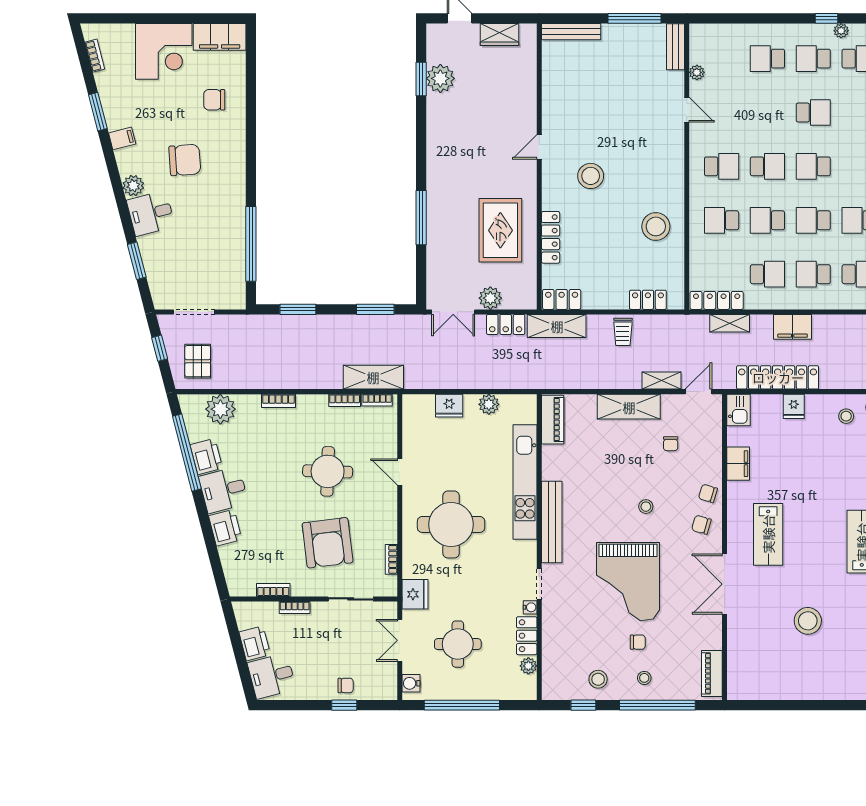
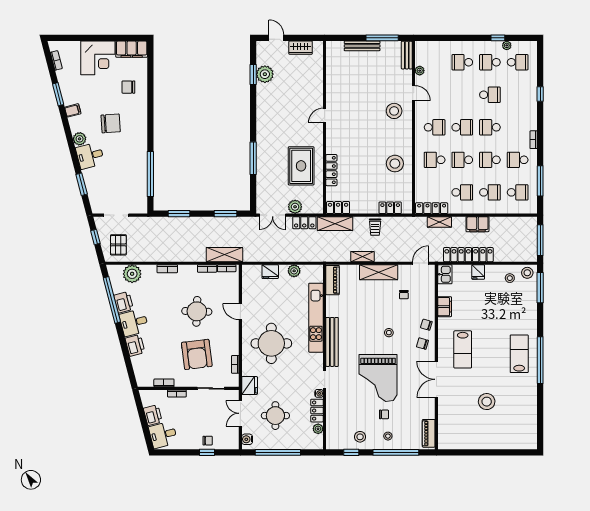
bench: (571, 32) -> (362, 46), moved
stool: (591, 176) -> (394, 111), moved
school desk: (813, 274) -> (490, 192), turned 180
shelving: (662, 381) -> (362, 257), moved

